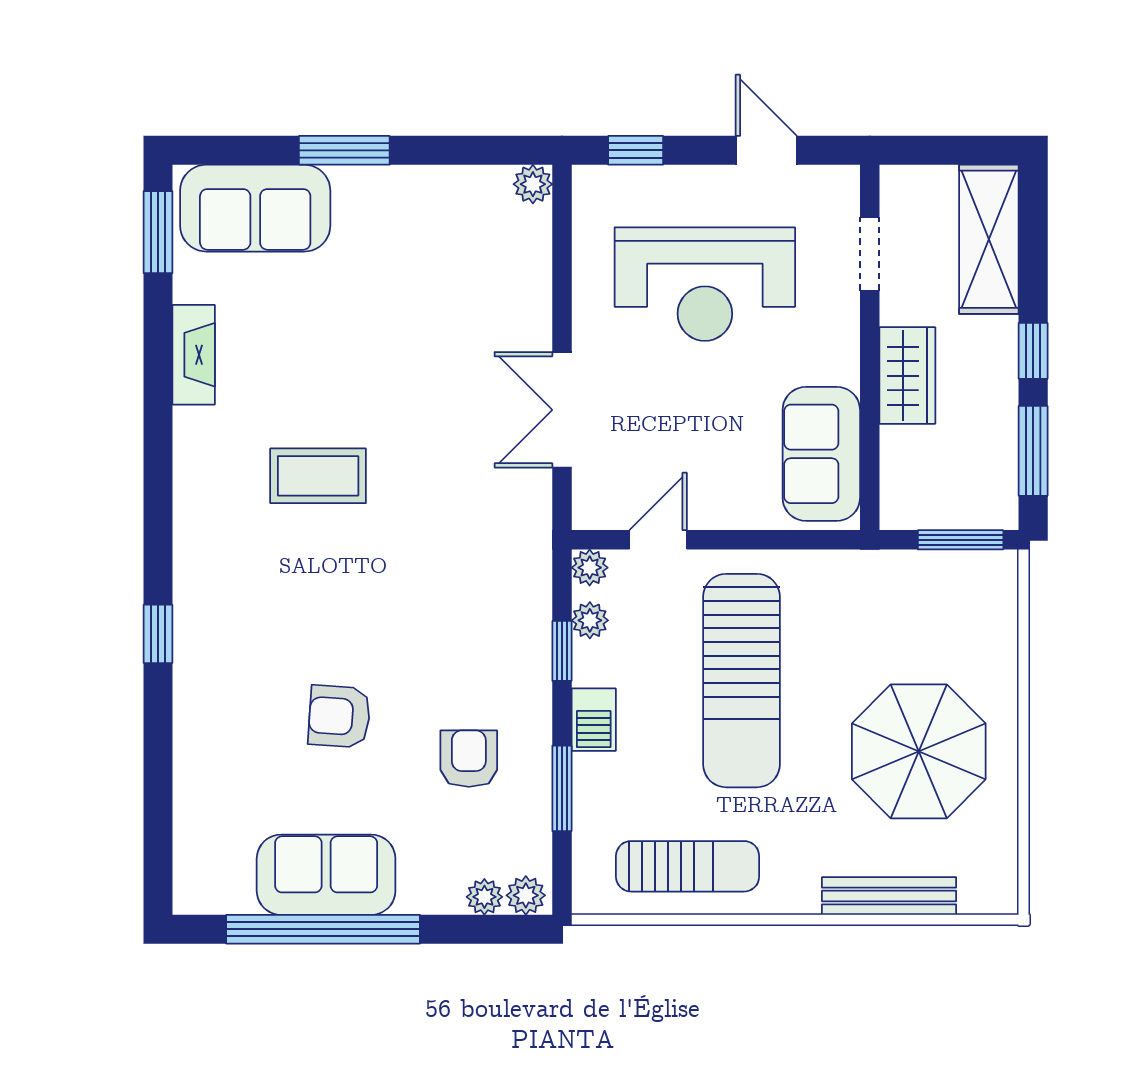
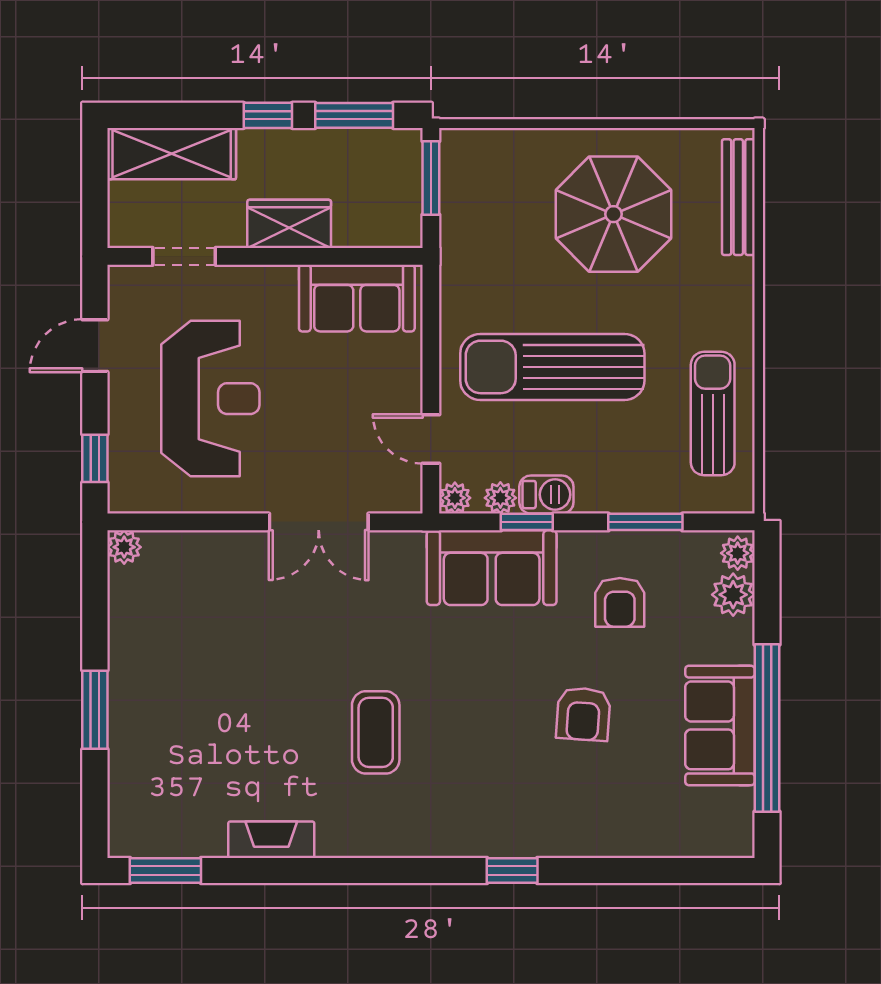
sofa: (255, 208) -> (492, 568), moved, turned 90
sun lounger: (742, 681) -> (552, 367), turned 180
barbecue: (594, 720) -> (546, 495), moved
armchair: (469, 759) -> (620, 602), turned -90
bench: (889, 896) -> (738, 197), moved
plant: (484, 897) -> (733, 595), width x1.38, depth x1.38

